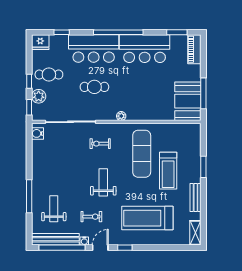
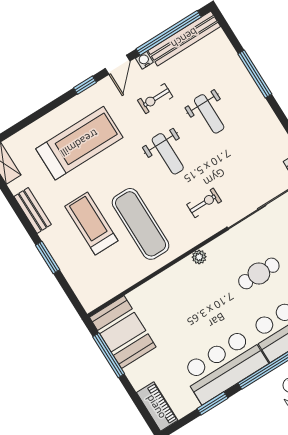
window: (177, 32) -> (212, 403), moved
weight bench: (54, 209) -> (209, 114), moved

